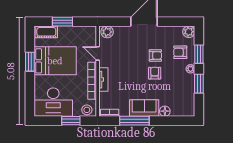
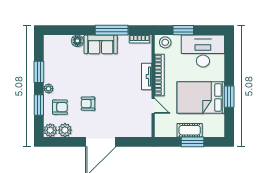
cot: (46, 32) -> (190, 130), moved
plant: (107, 32) -> (65, 130), moved
armchair: (155, 73) -> (89, 84), removed

